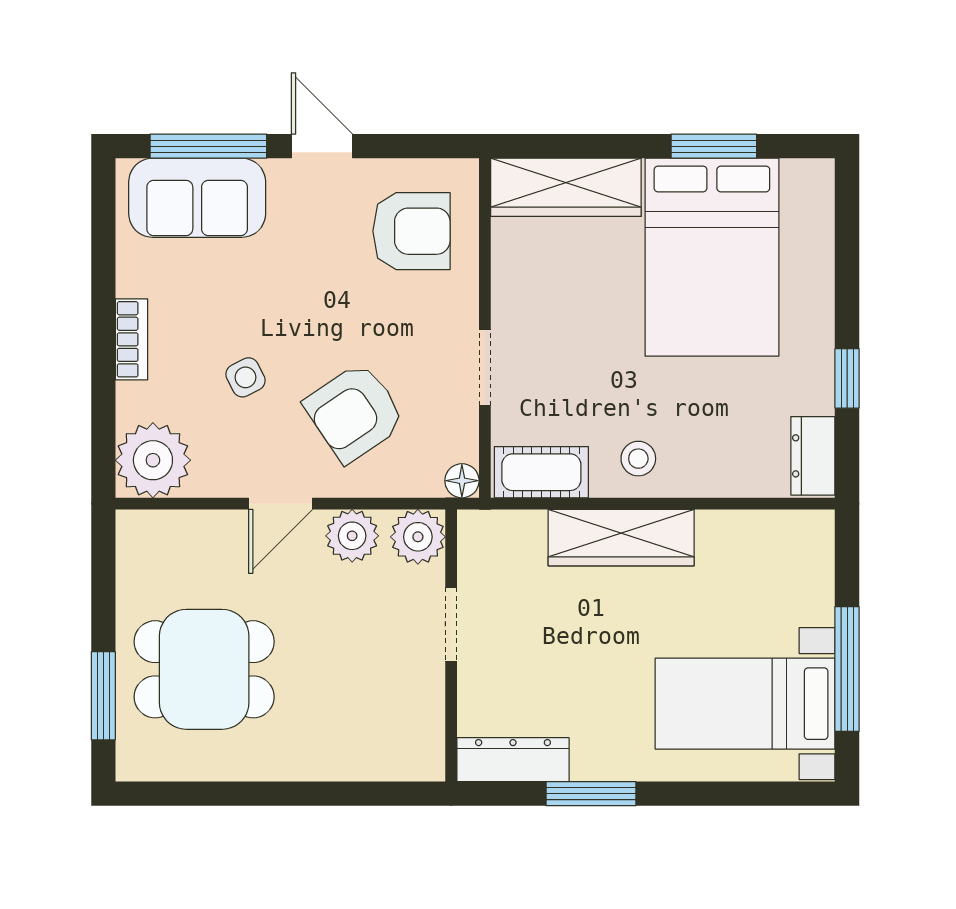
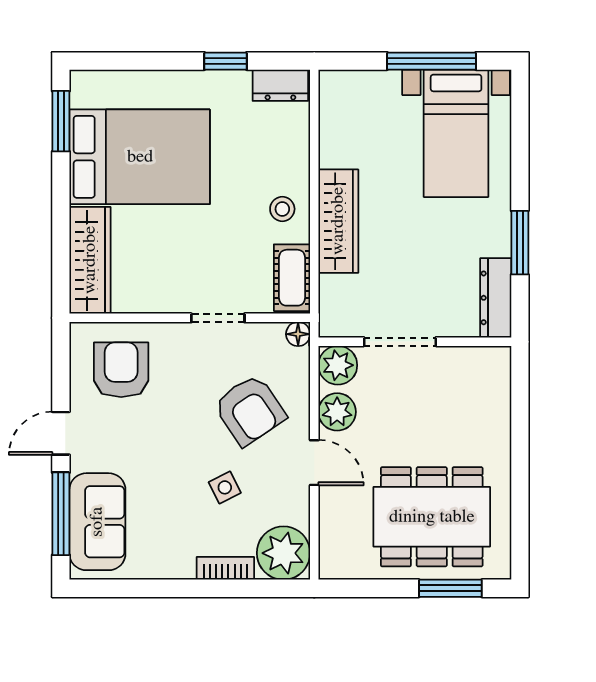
window: (714, 146) -> (61, 121), moved
bookcase: (132, 339) -> (225, 568), moved
doorway: (451, 625) -> (400, 342), width x1.38
dining table: (204, 669) -> (432, 517), width x1.38

